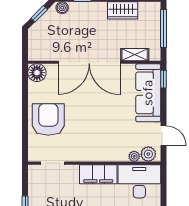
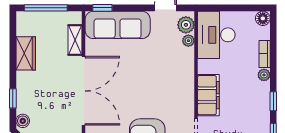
filing cabinet: (98, 174) -> (208, 95), moved

